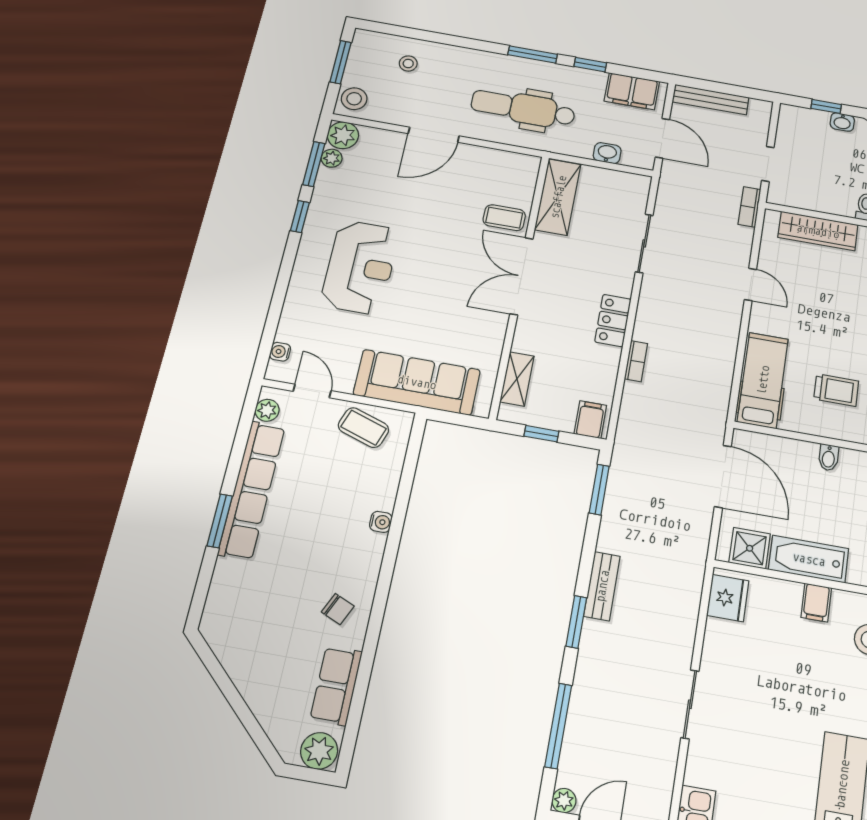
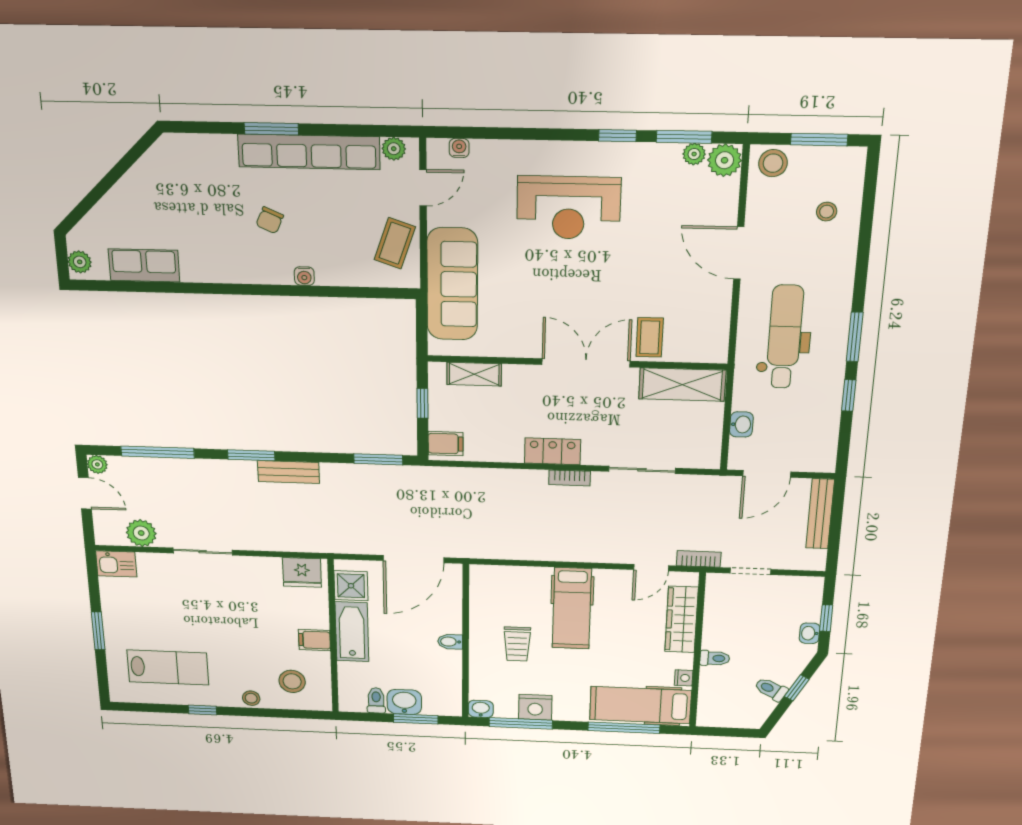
filing cabinet: (632, 91) -> (820, 439), removed
door: (750, 285) -> (651, 568), moved
bookcase: (636, 361) -> (570, 478), moved
hospital bed: (763, 380) -> (572, 608), moved, turned 90
chair: (338, 609) -> (270, 220), moved
plant: (319, 751) -> (80, 262), width x0.73, depth x0.73
plant: (658, 771) -> (141, 533), added

